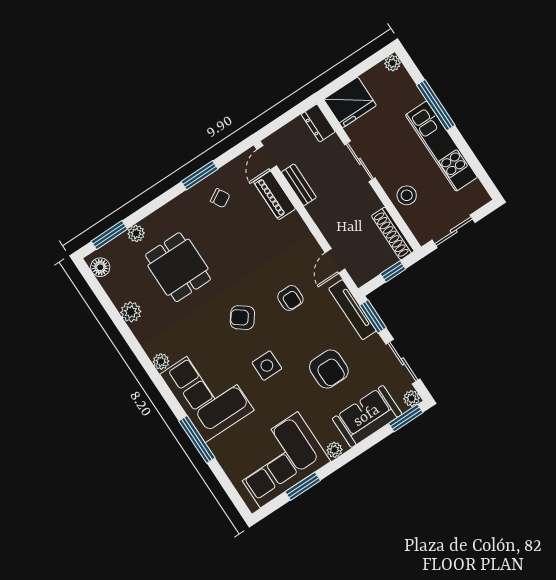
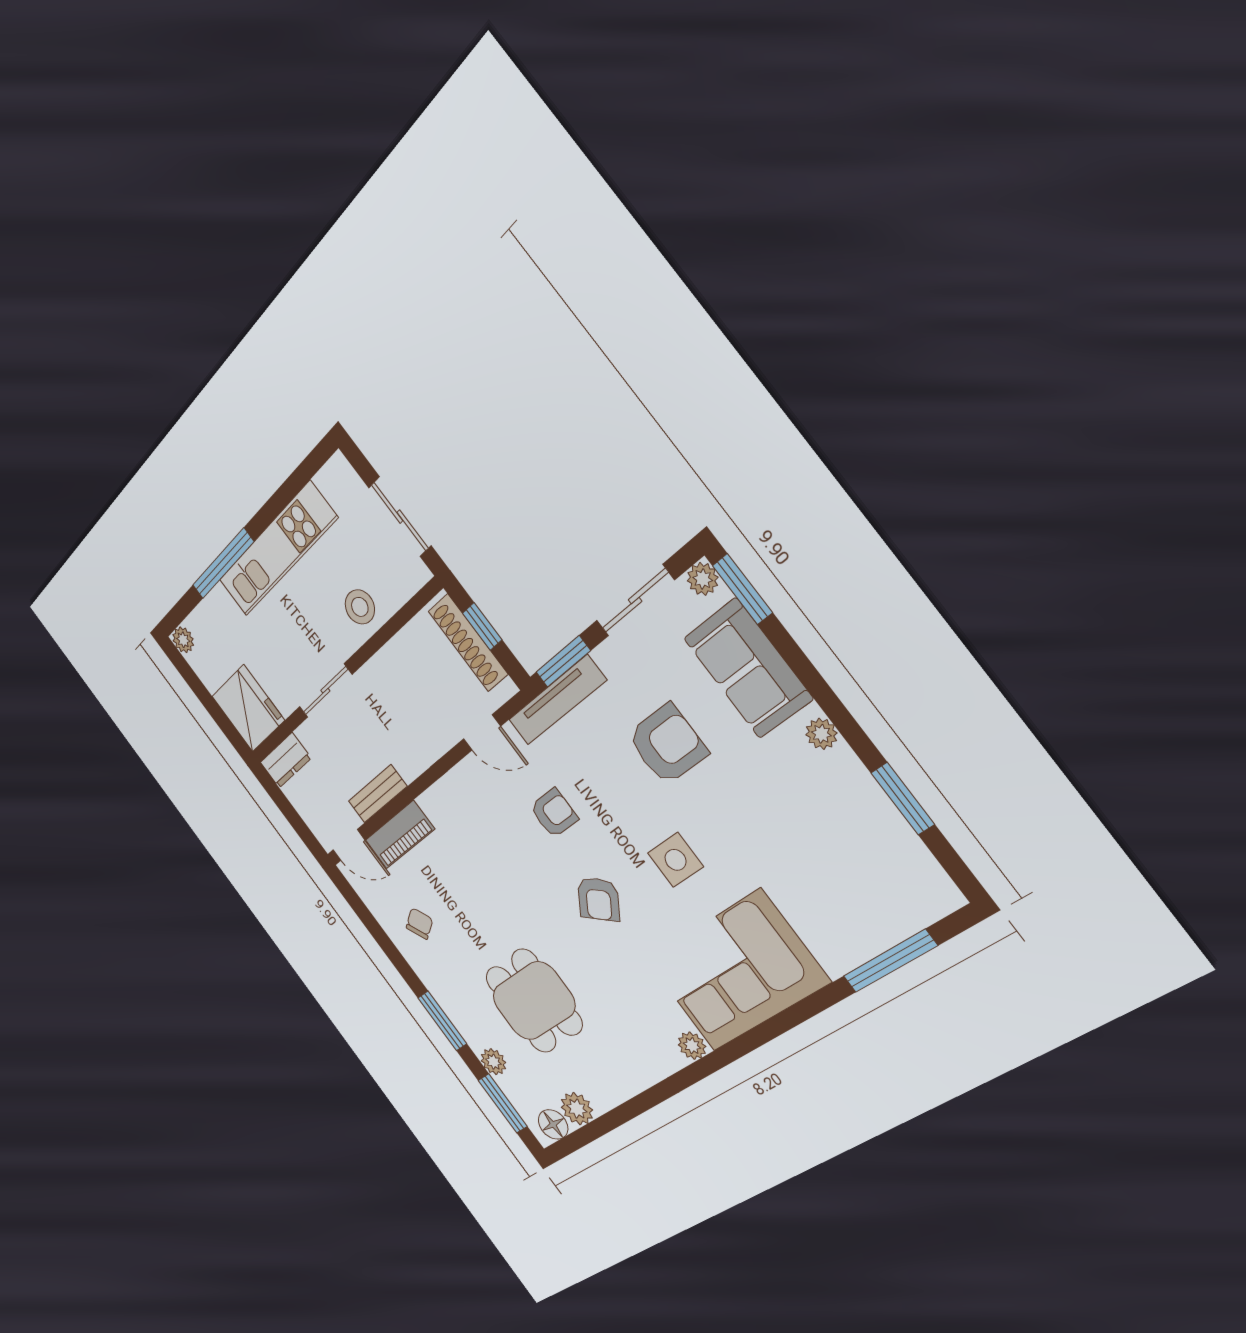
window: (199, 175) -> (442, 1021), moved
shoe rack: (393, 233) -> (468, 643), moved, turned 90
dining table: (178, 267) -> (534, 1001), turned 90
plant: (131, 312) -> (577, 1109), moved
window: (197, 439) -> (890, 961), moved
corner sofa: (279, 460) -> (852, 844), removed

